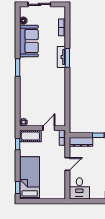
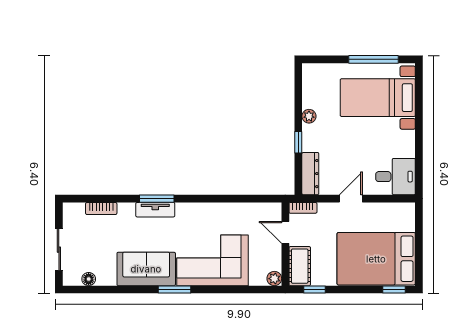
sofa: (29, 41) -> (146, 269), moved
corner sofa: (34, 88) -> (212, 260), added
door: (67, 164) -> (351, 199), hinge flipped
bed: (30, 178) -> (376, 259), width x1.50

